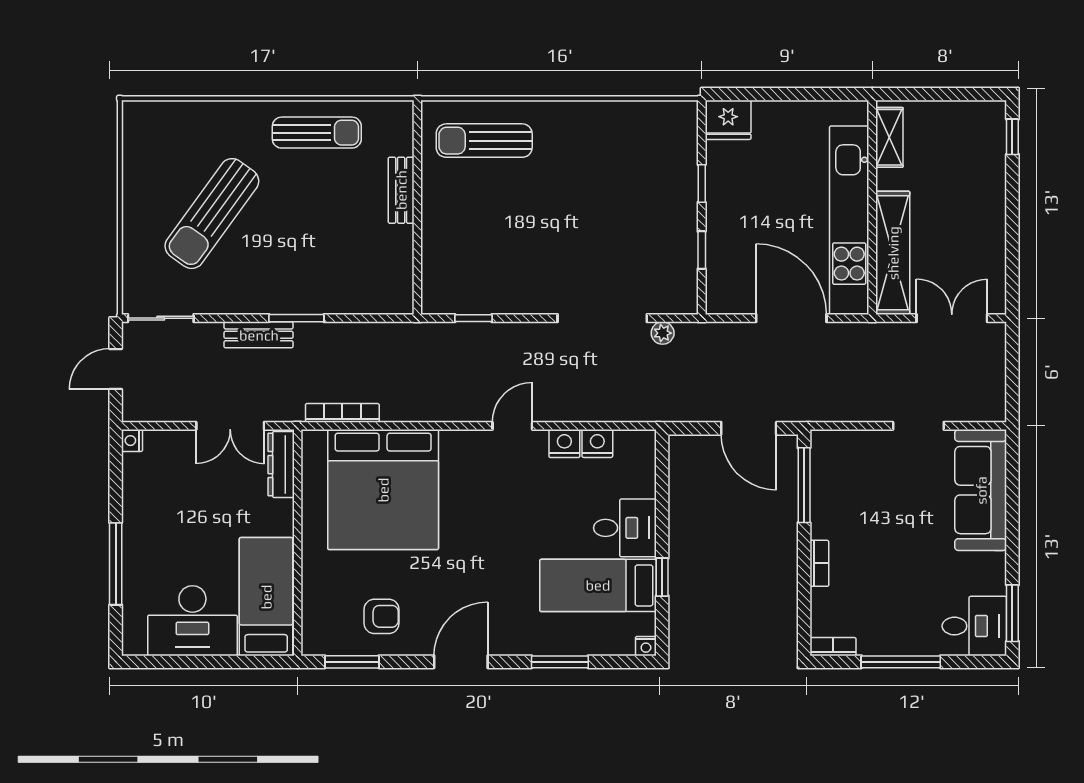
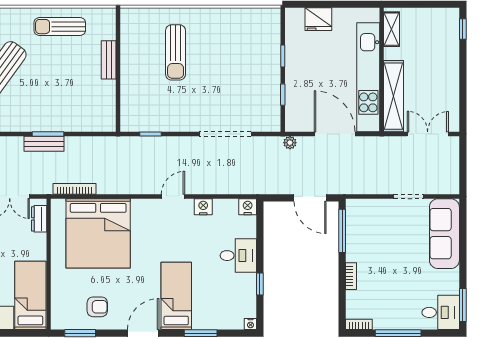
fridge: (728, 120) -> (318, 19), moved
sun lounger: (317, 133) -> (60, 27), turned 180
sun lounger: (484, 141) -> (176, 52), moved, turned -90
plant: (663, 333) -> (290, 143), moved
bench: (259, 335) -> (44, 144), moved
nightstand: (597, 443) -> (248, 207), moved
dresser: (281, 465) -> (39, 219), width x0.70
bed: (598, 585) -> (176, 296), moved, turned 90

